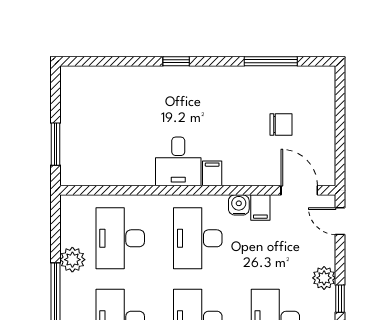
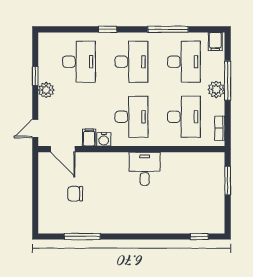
window: (176, 61) -> (199, 237), moved
filing cabinet: (212, 173) -> (122, 161), removed
bookcase: (67, 221) -> (220, 128), added
door: (340, 221) -> (35, 128), swing flipped
plant: (72, 260) -> (216, 89), moved

